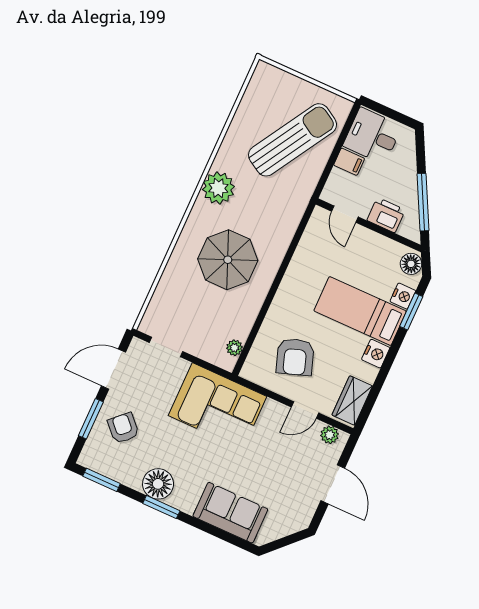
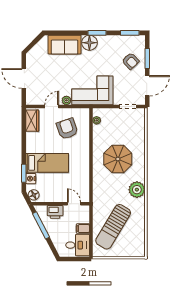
nightstand: (376, 354) -> (31, 147), removed
plant: (330, 435) -> (66, 100), moved
floor lamp: (158, 484) -> (89, 43), moved

